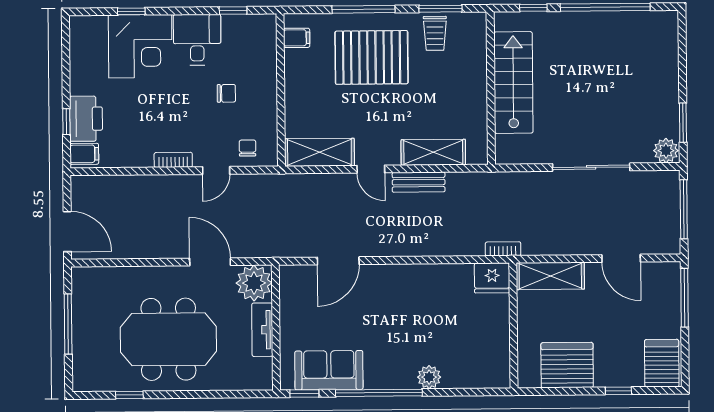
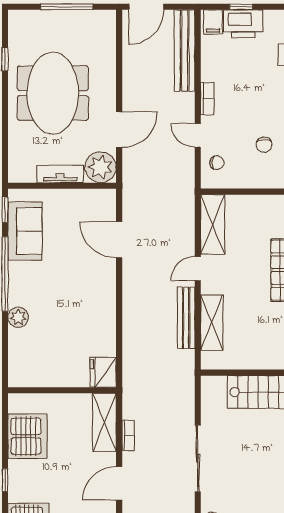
bench: (419, 182) -> (186, 318), width x1.36
bench: (118, 187) -> (185, 51), added
bookcase: (503, 249) -> (128, 435), moved

